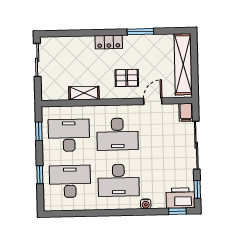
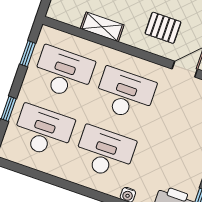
desk: (117, 134) -> (125, 94), turned 180
desk: (119, 180) -> (105, 152), turned 180

